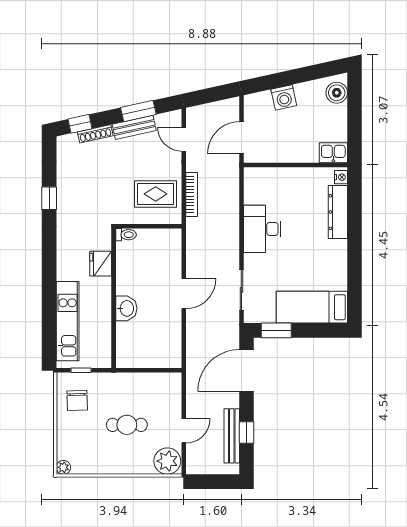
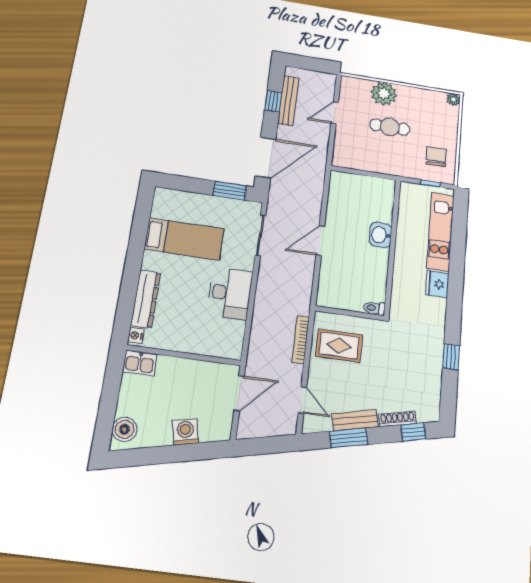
fridge: (101, 264) -> (437, 284), moved, turned 180
bed: (312, 307) -> (184, 239), moved
plant: (167, 461) -> (384, 94), moved

